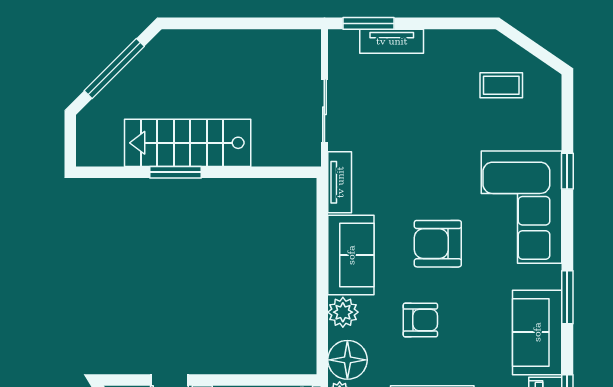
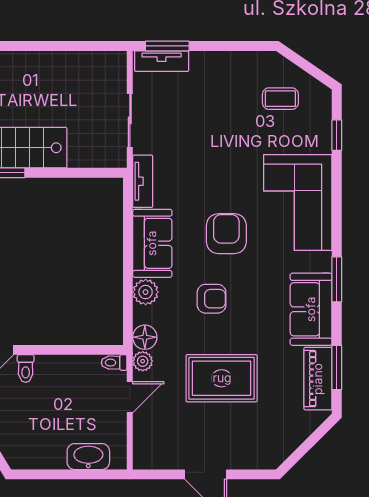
tv unit: (392, 41) -> (162, 61), moved
window: (567, 171) -> (337, 135), moved
armchair: (438, 244) -> (226, 234), turned 90
floor lamp: (347, 360) -> (145, 337), width x0.73, depth x0.73

